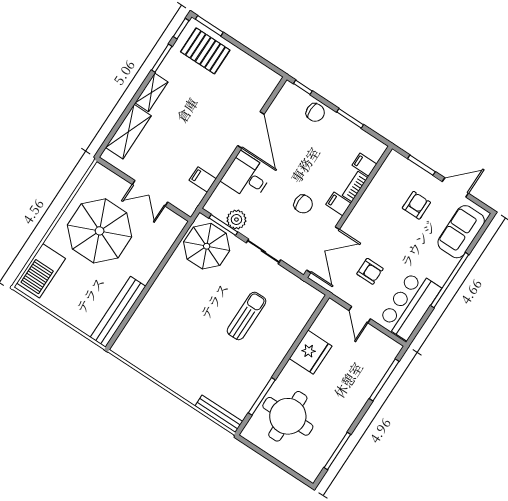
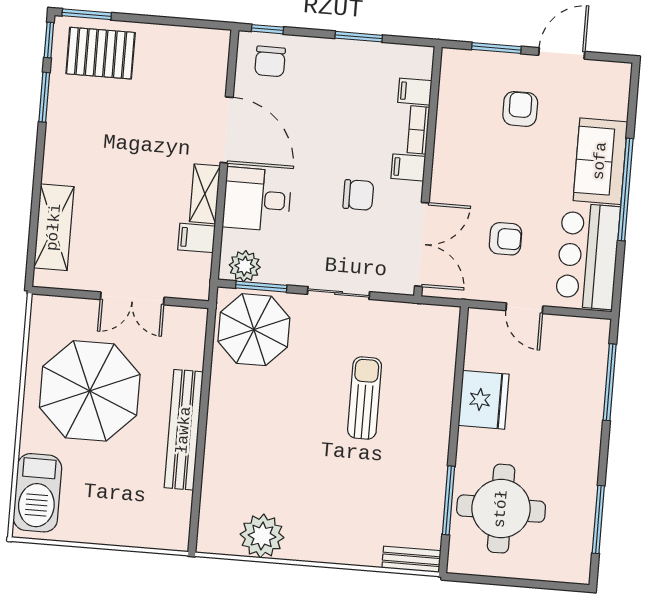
shelving: (151, 92) -> (205, 194), moved
chair: (315, 113) -> (270, 61), moved, turned 90
plant: (236, 220) -> (245, 266), moved
sofa: (461, 232) -> (600, 161), moved
bench: (118, 312) -> (184, 430), moved
plant: (150, 360) -> (262, 536), added
bench: (219, 414) -> (411, 559), width x0.73

